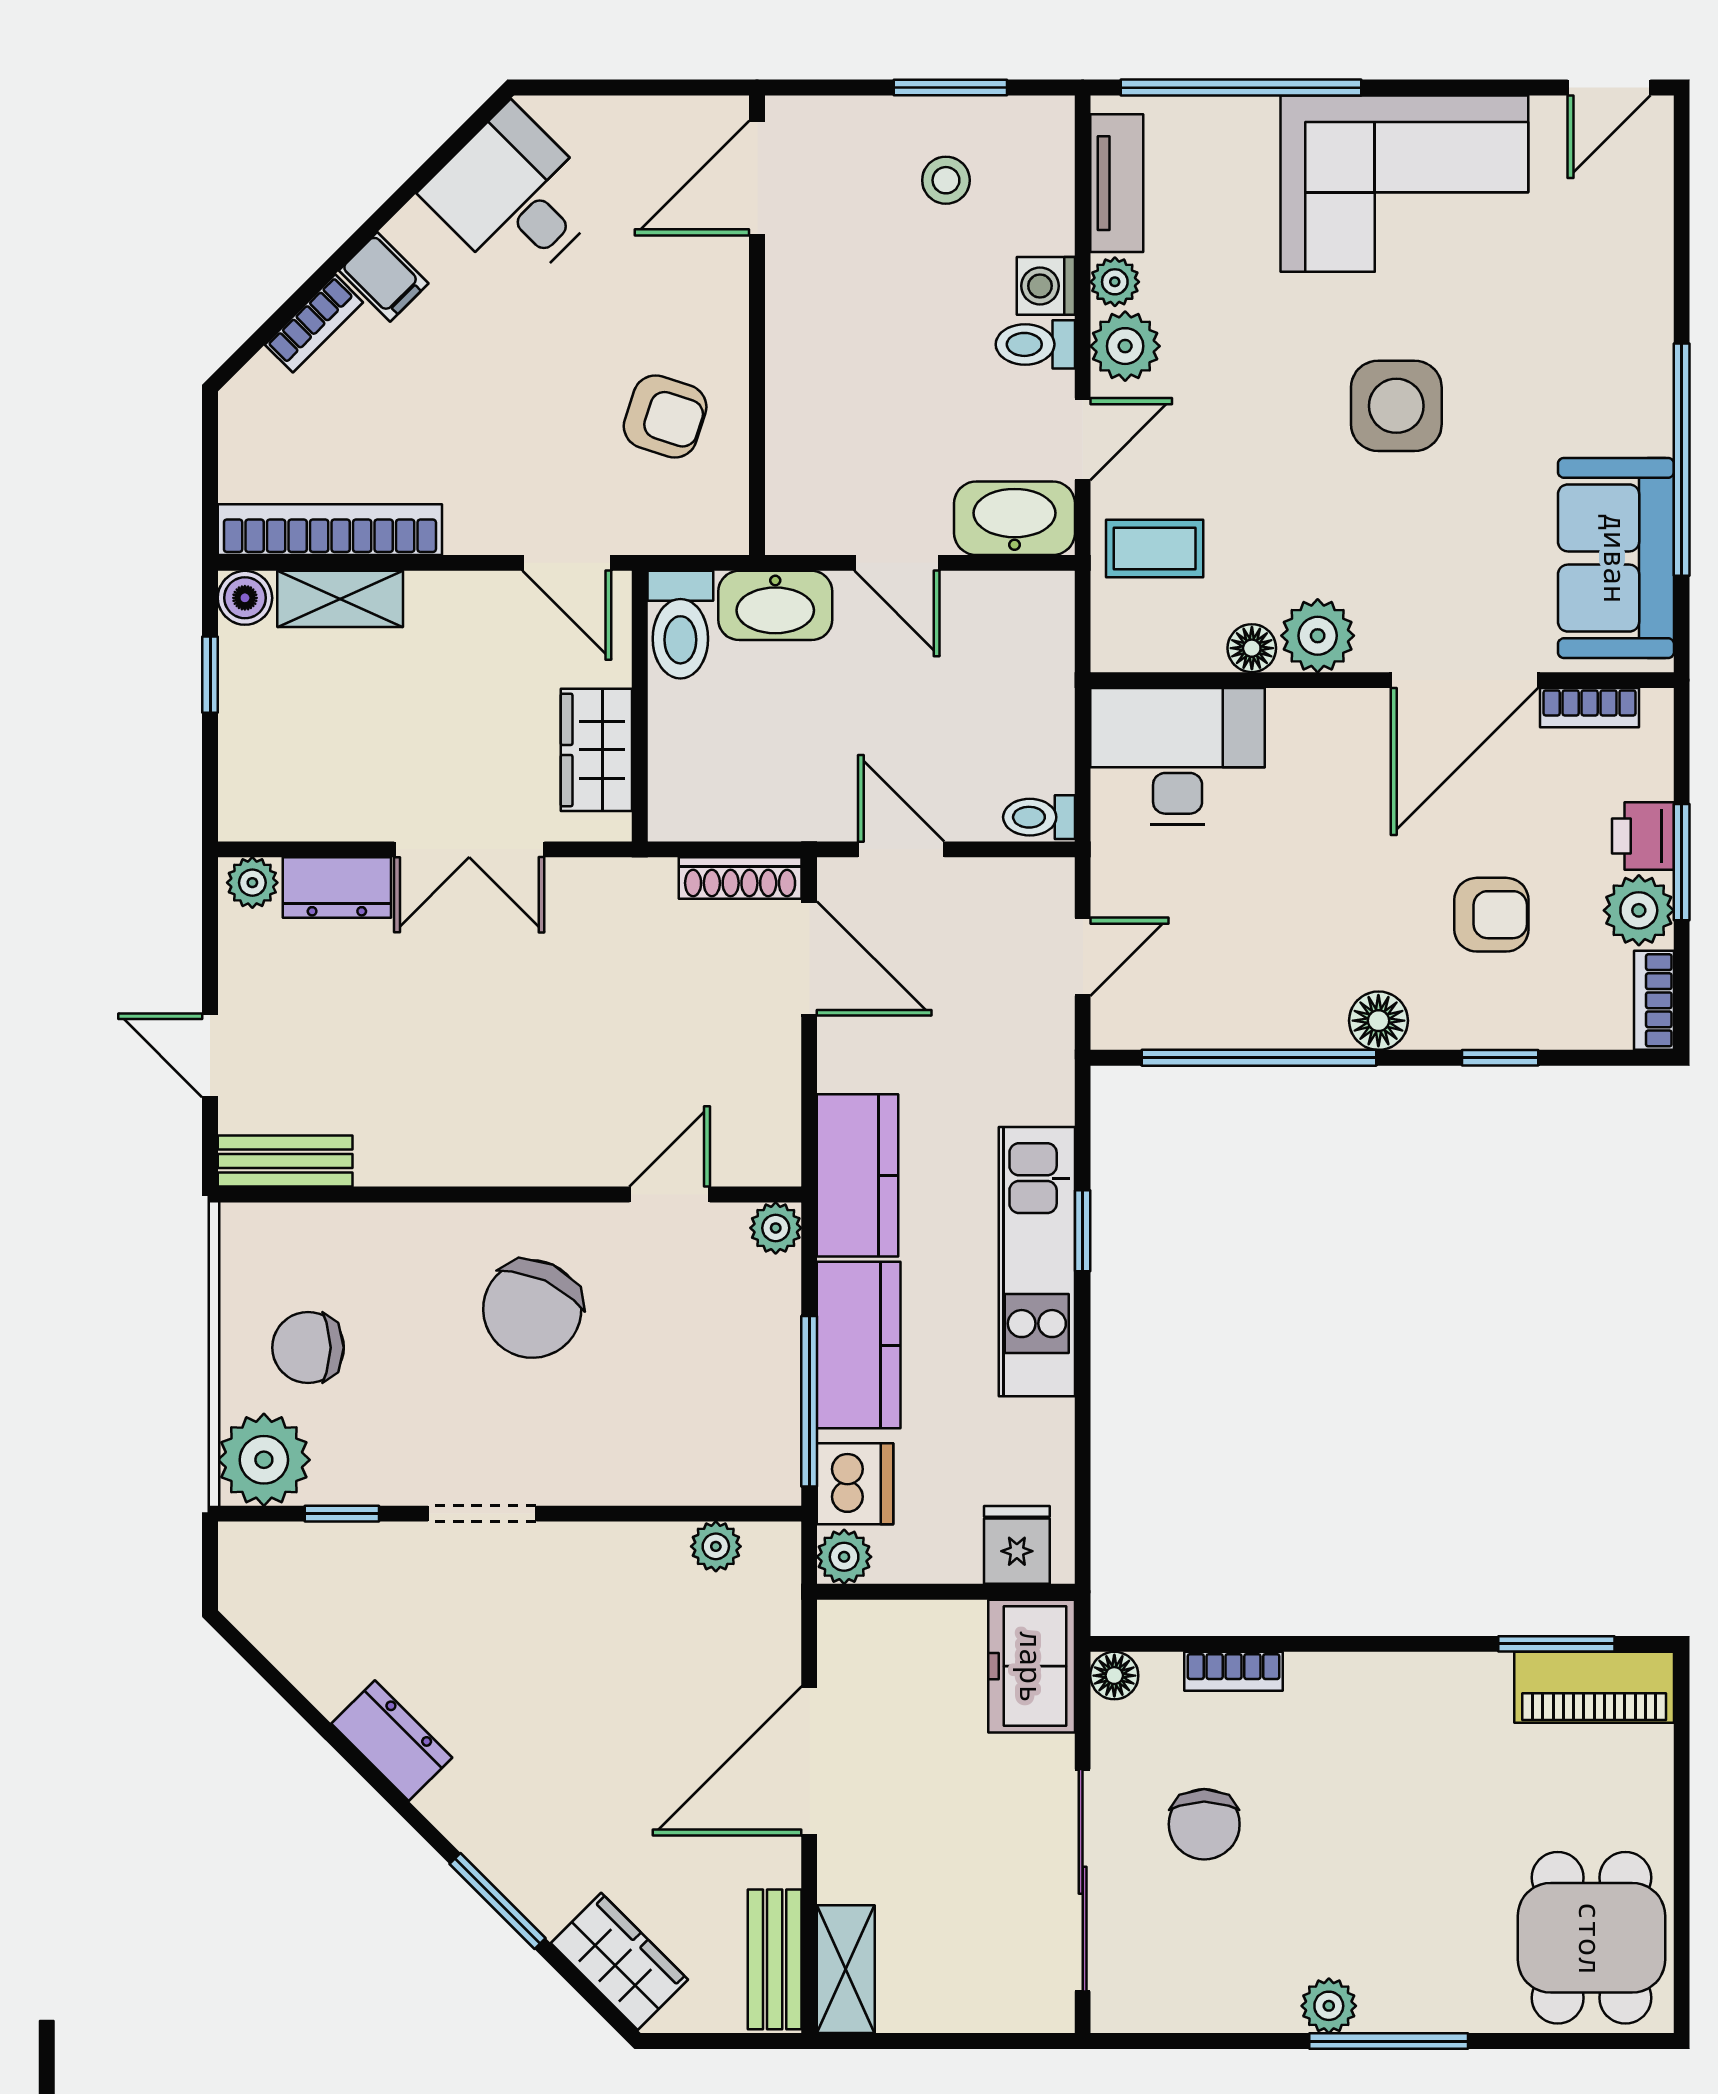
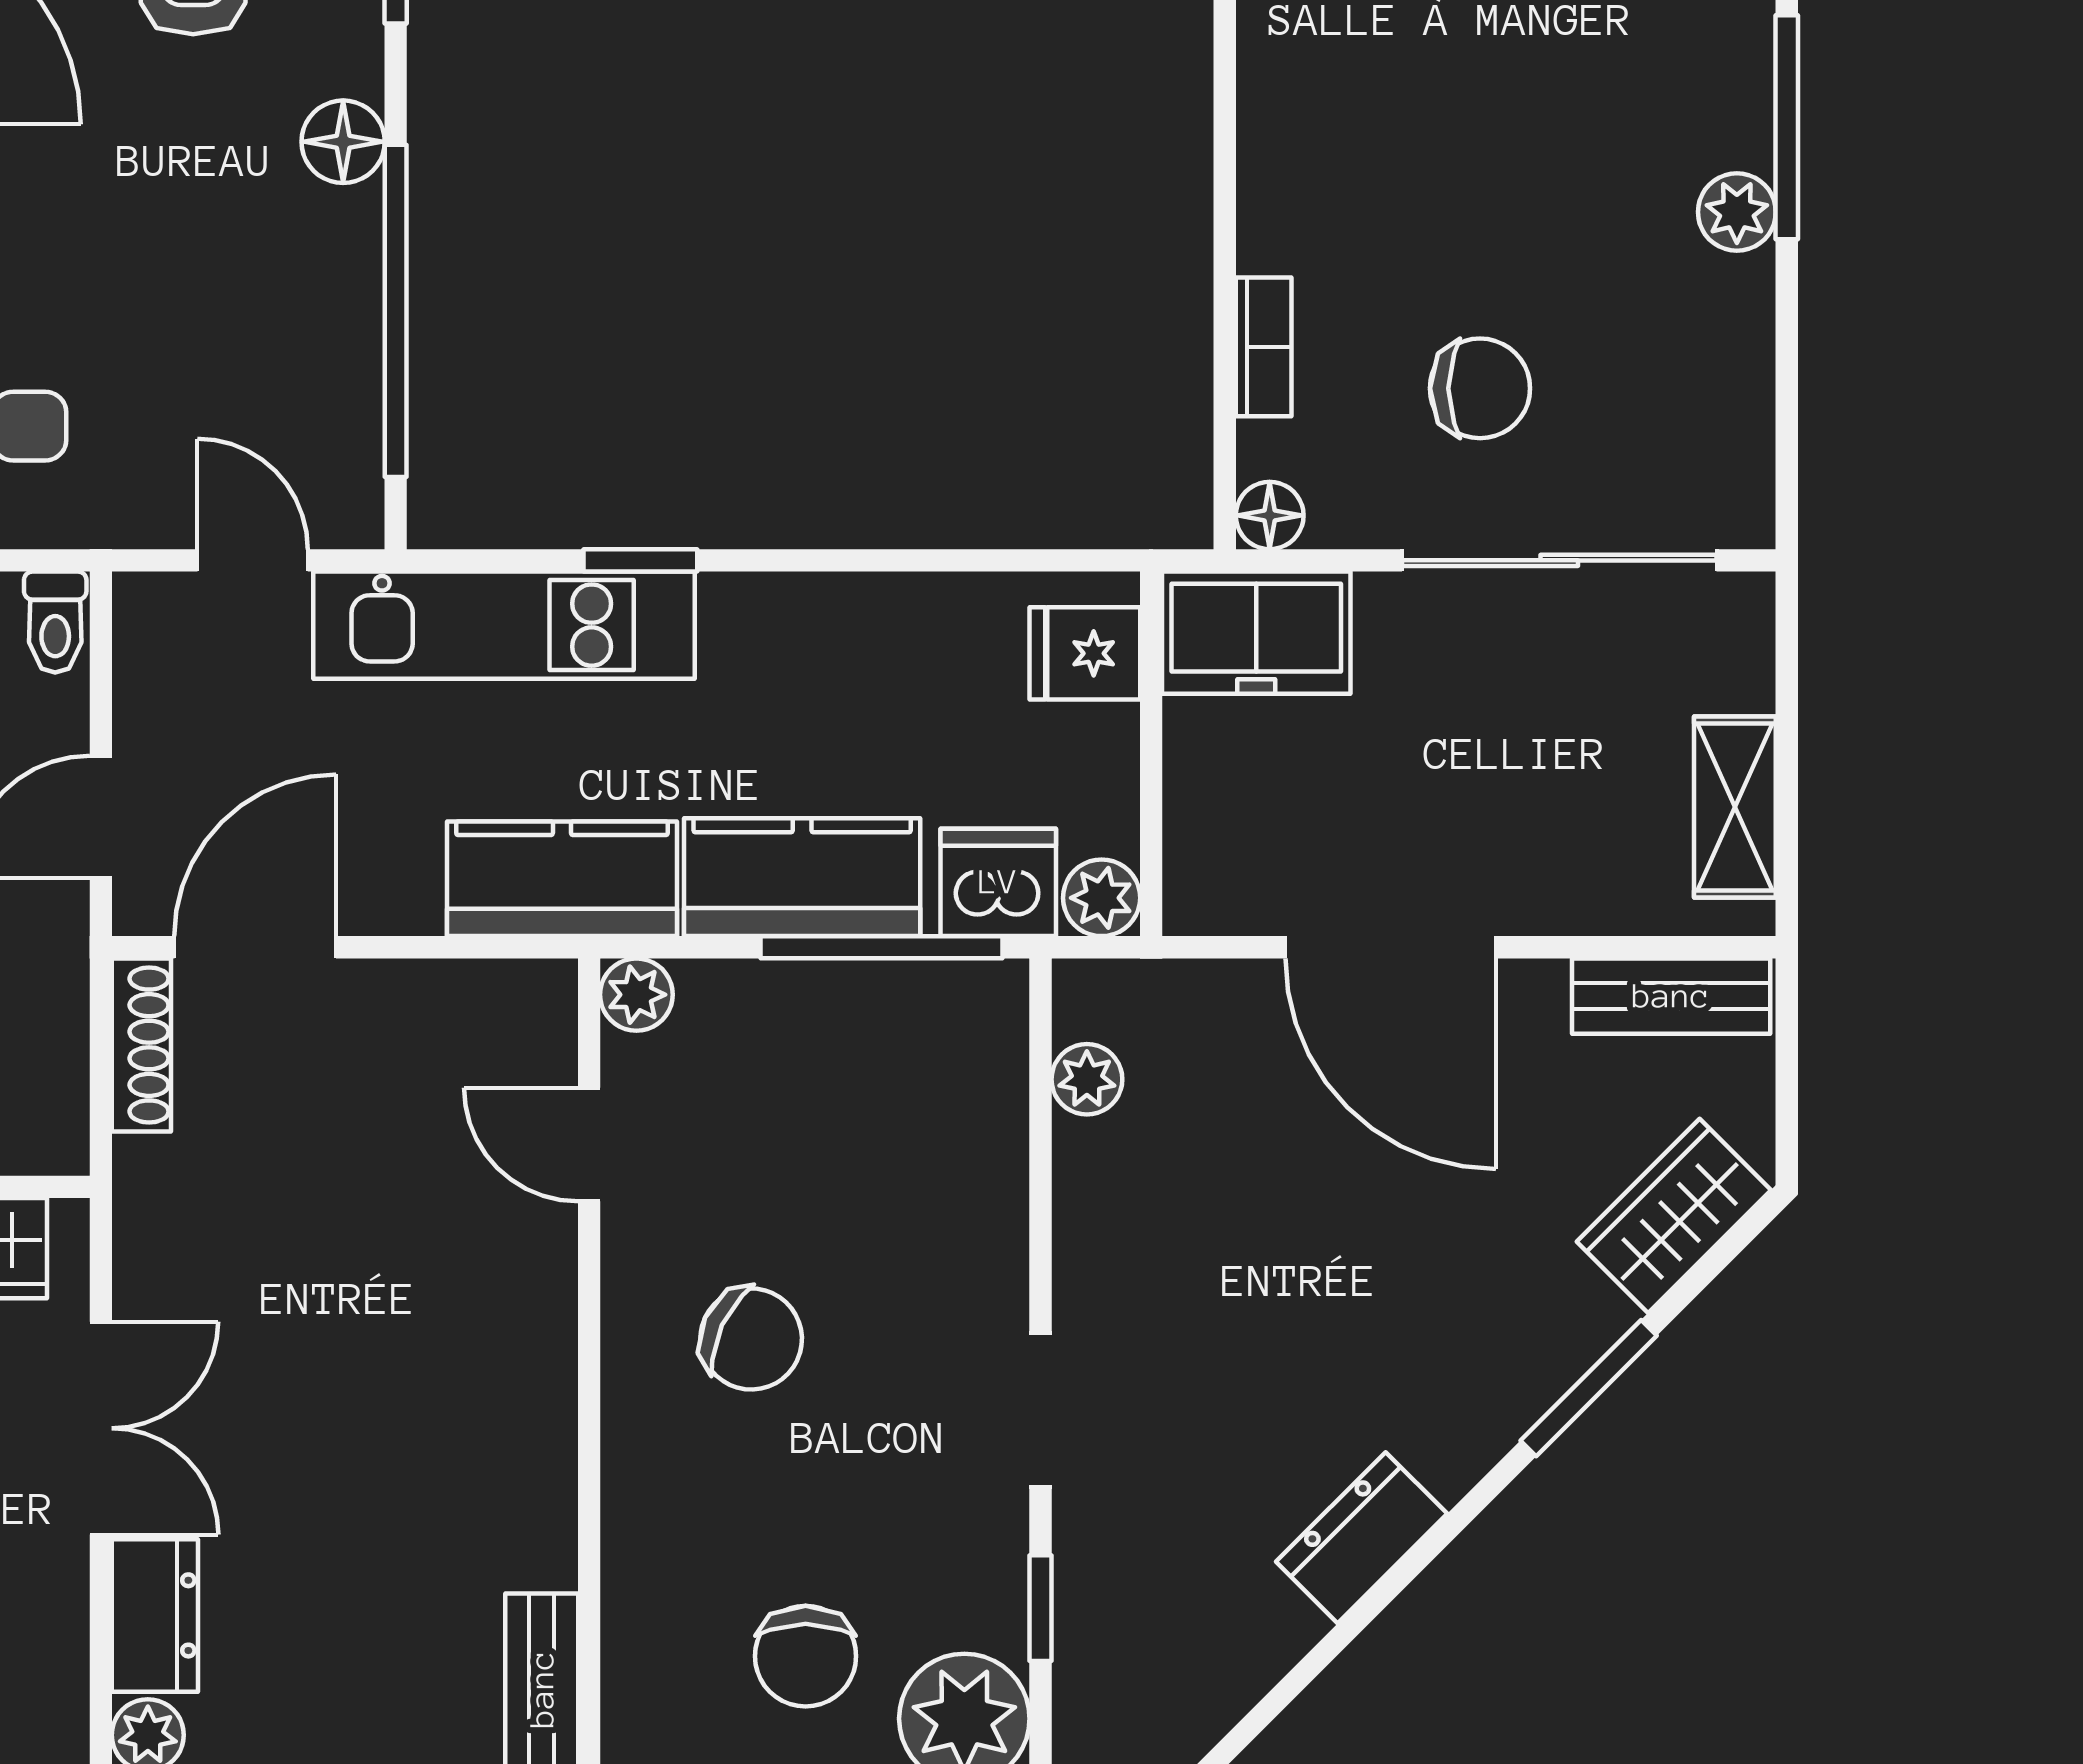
kitchen unit: (1037, 1262) -> (504, 625), moved
chair: (532, 1309) -> (751, 1339), width x0.73, depth x0.73
shelving: (846, 1969) -> (1735, 807), moved, turned 90

